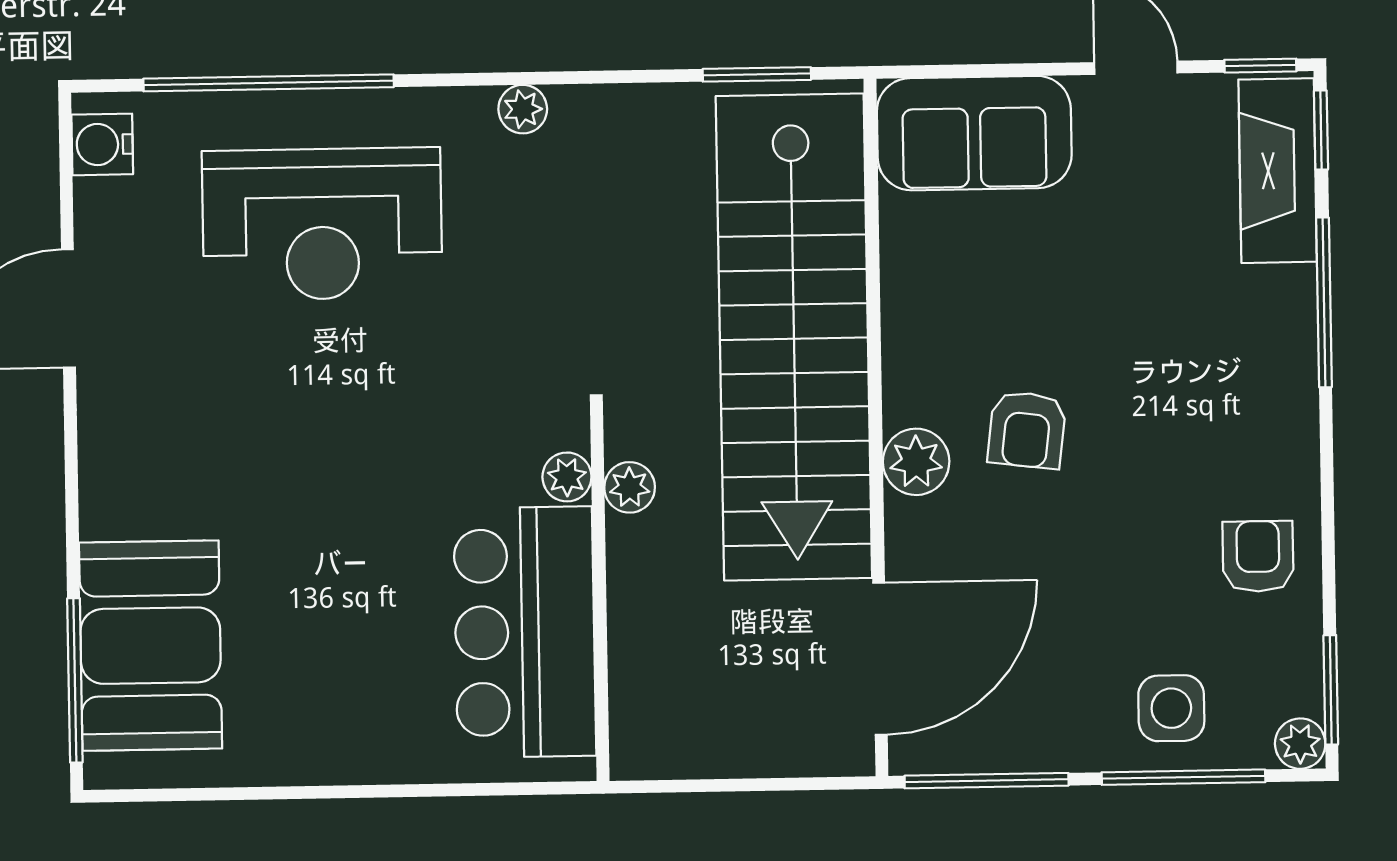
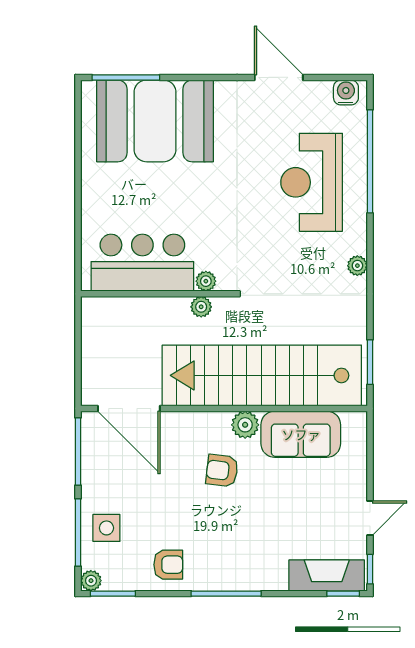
sofa: (974, 133) -> (301, 434), moved, turned -90
window: (1324, 302) -> (226, 594), moved
plant: (916, 462) -> (245, 425), moved
booth: (151, 646) -> (155, 121), width x1.36, depth x1.42

